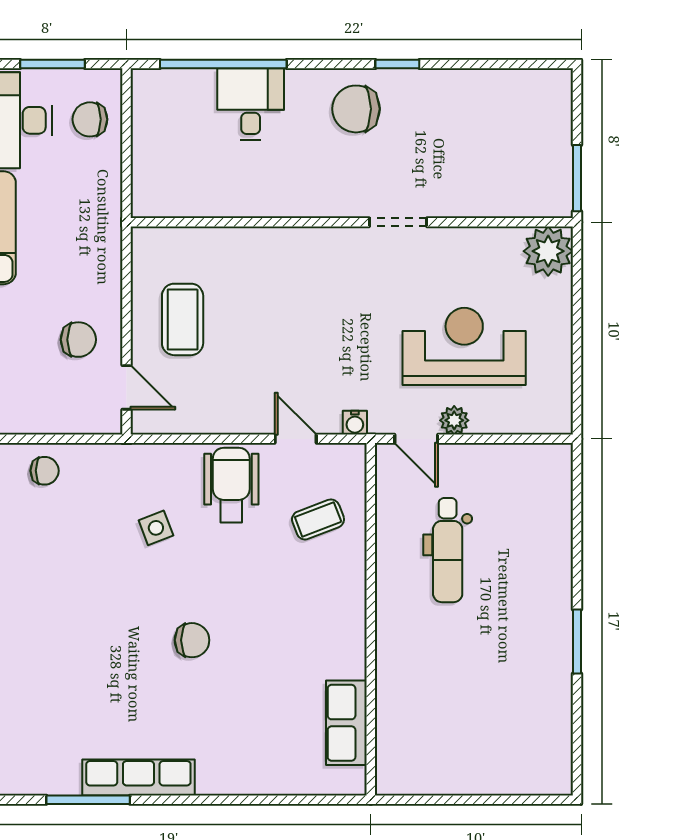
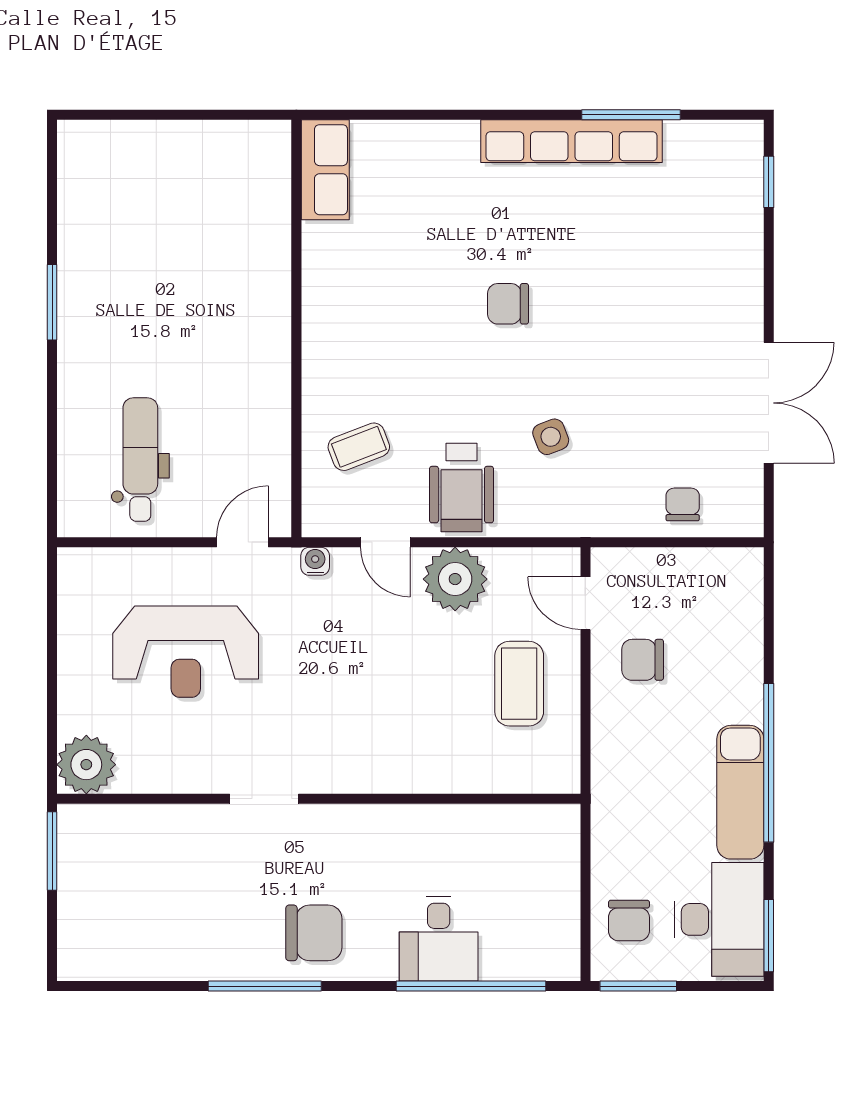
window: (52, 64) -> (638, 986), moved
window: (397, 64) -> (265, 986), width x2.17
chair: (90, 119) -> (629, 920), turned 90
plant: (454, 420) -> (455, 579), moved, width x1.88, depth x1.88
door: (416, 439) -> (242, 542), hinge flipped
chair: (45, 471) -> (683, 504), turned 90
dental chair: (448, 550) -> (140, 460), moved
row of seats: (346, 723) -> (325, 170), moved
row of seats: (138, 778) -> (571, 141), width x1.36

